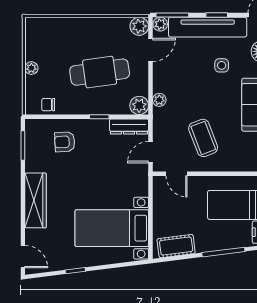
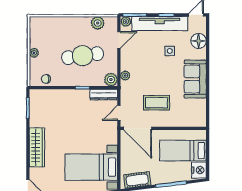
plant: (139, 26) -> (98, 23), moved
coffee table: (203, 138) -> (157, 103), turned -69
armchair: (65, 142) -> (58, 105), removed
door: (177, 174) -> (138, 128), width x1.88

